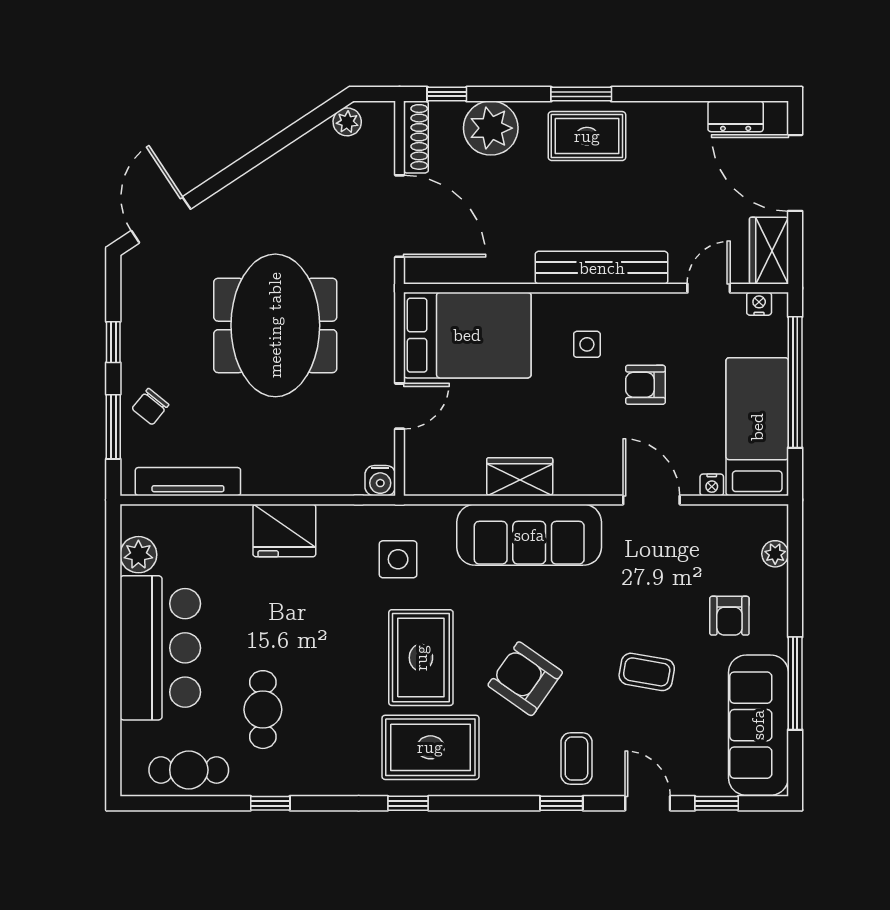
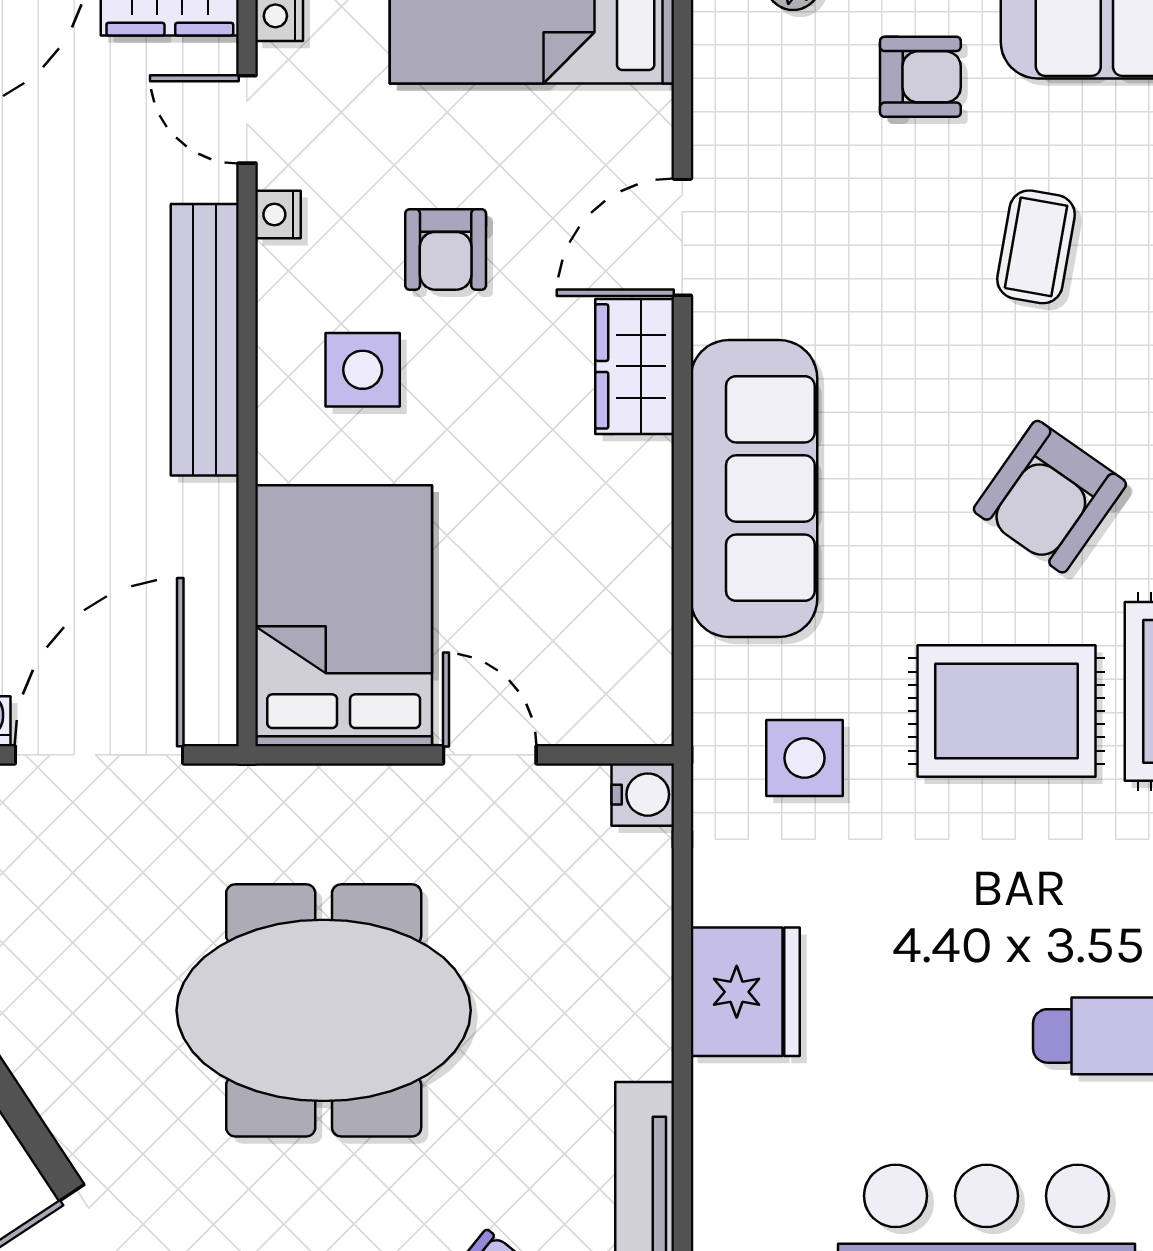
side table: (587, 344) -> (363, 370), width x1.37, depth x1.37
wardrobe: (520, 477) -> (635, 366), moved
nightstand: (712, 485) -> (278, 214), moved, turned 180

